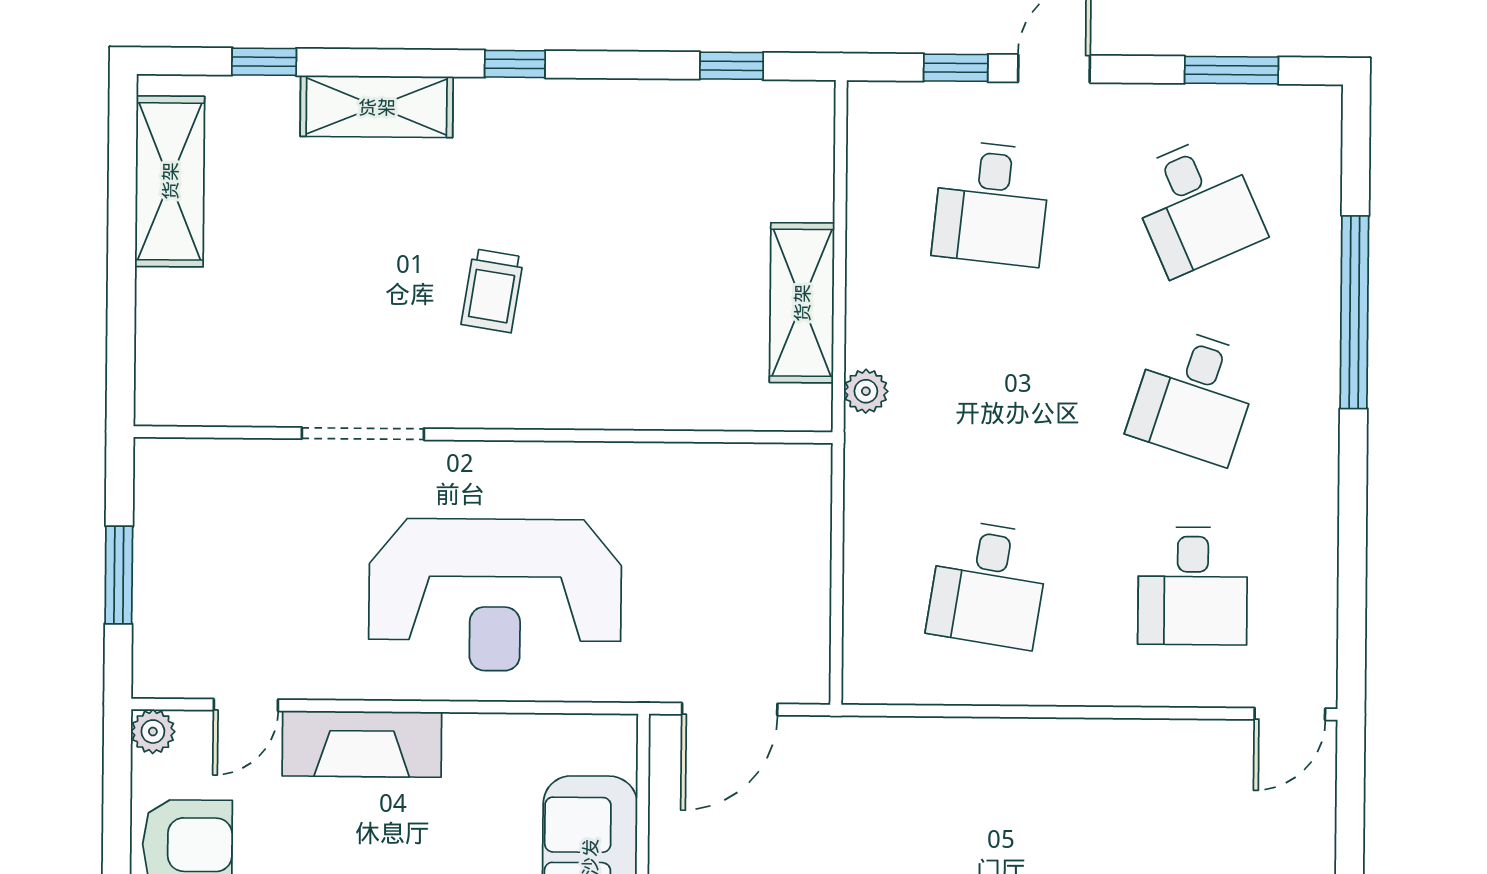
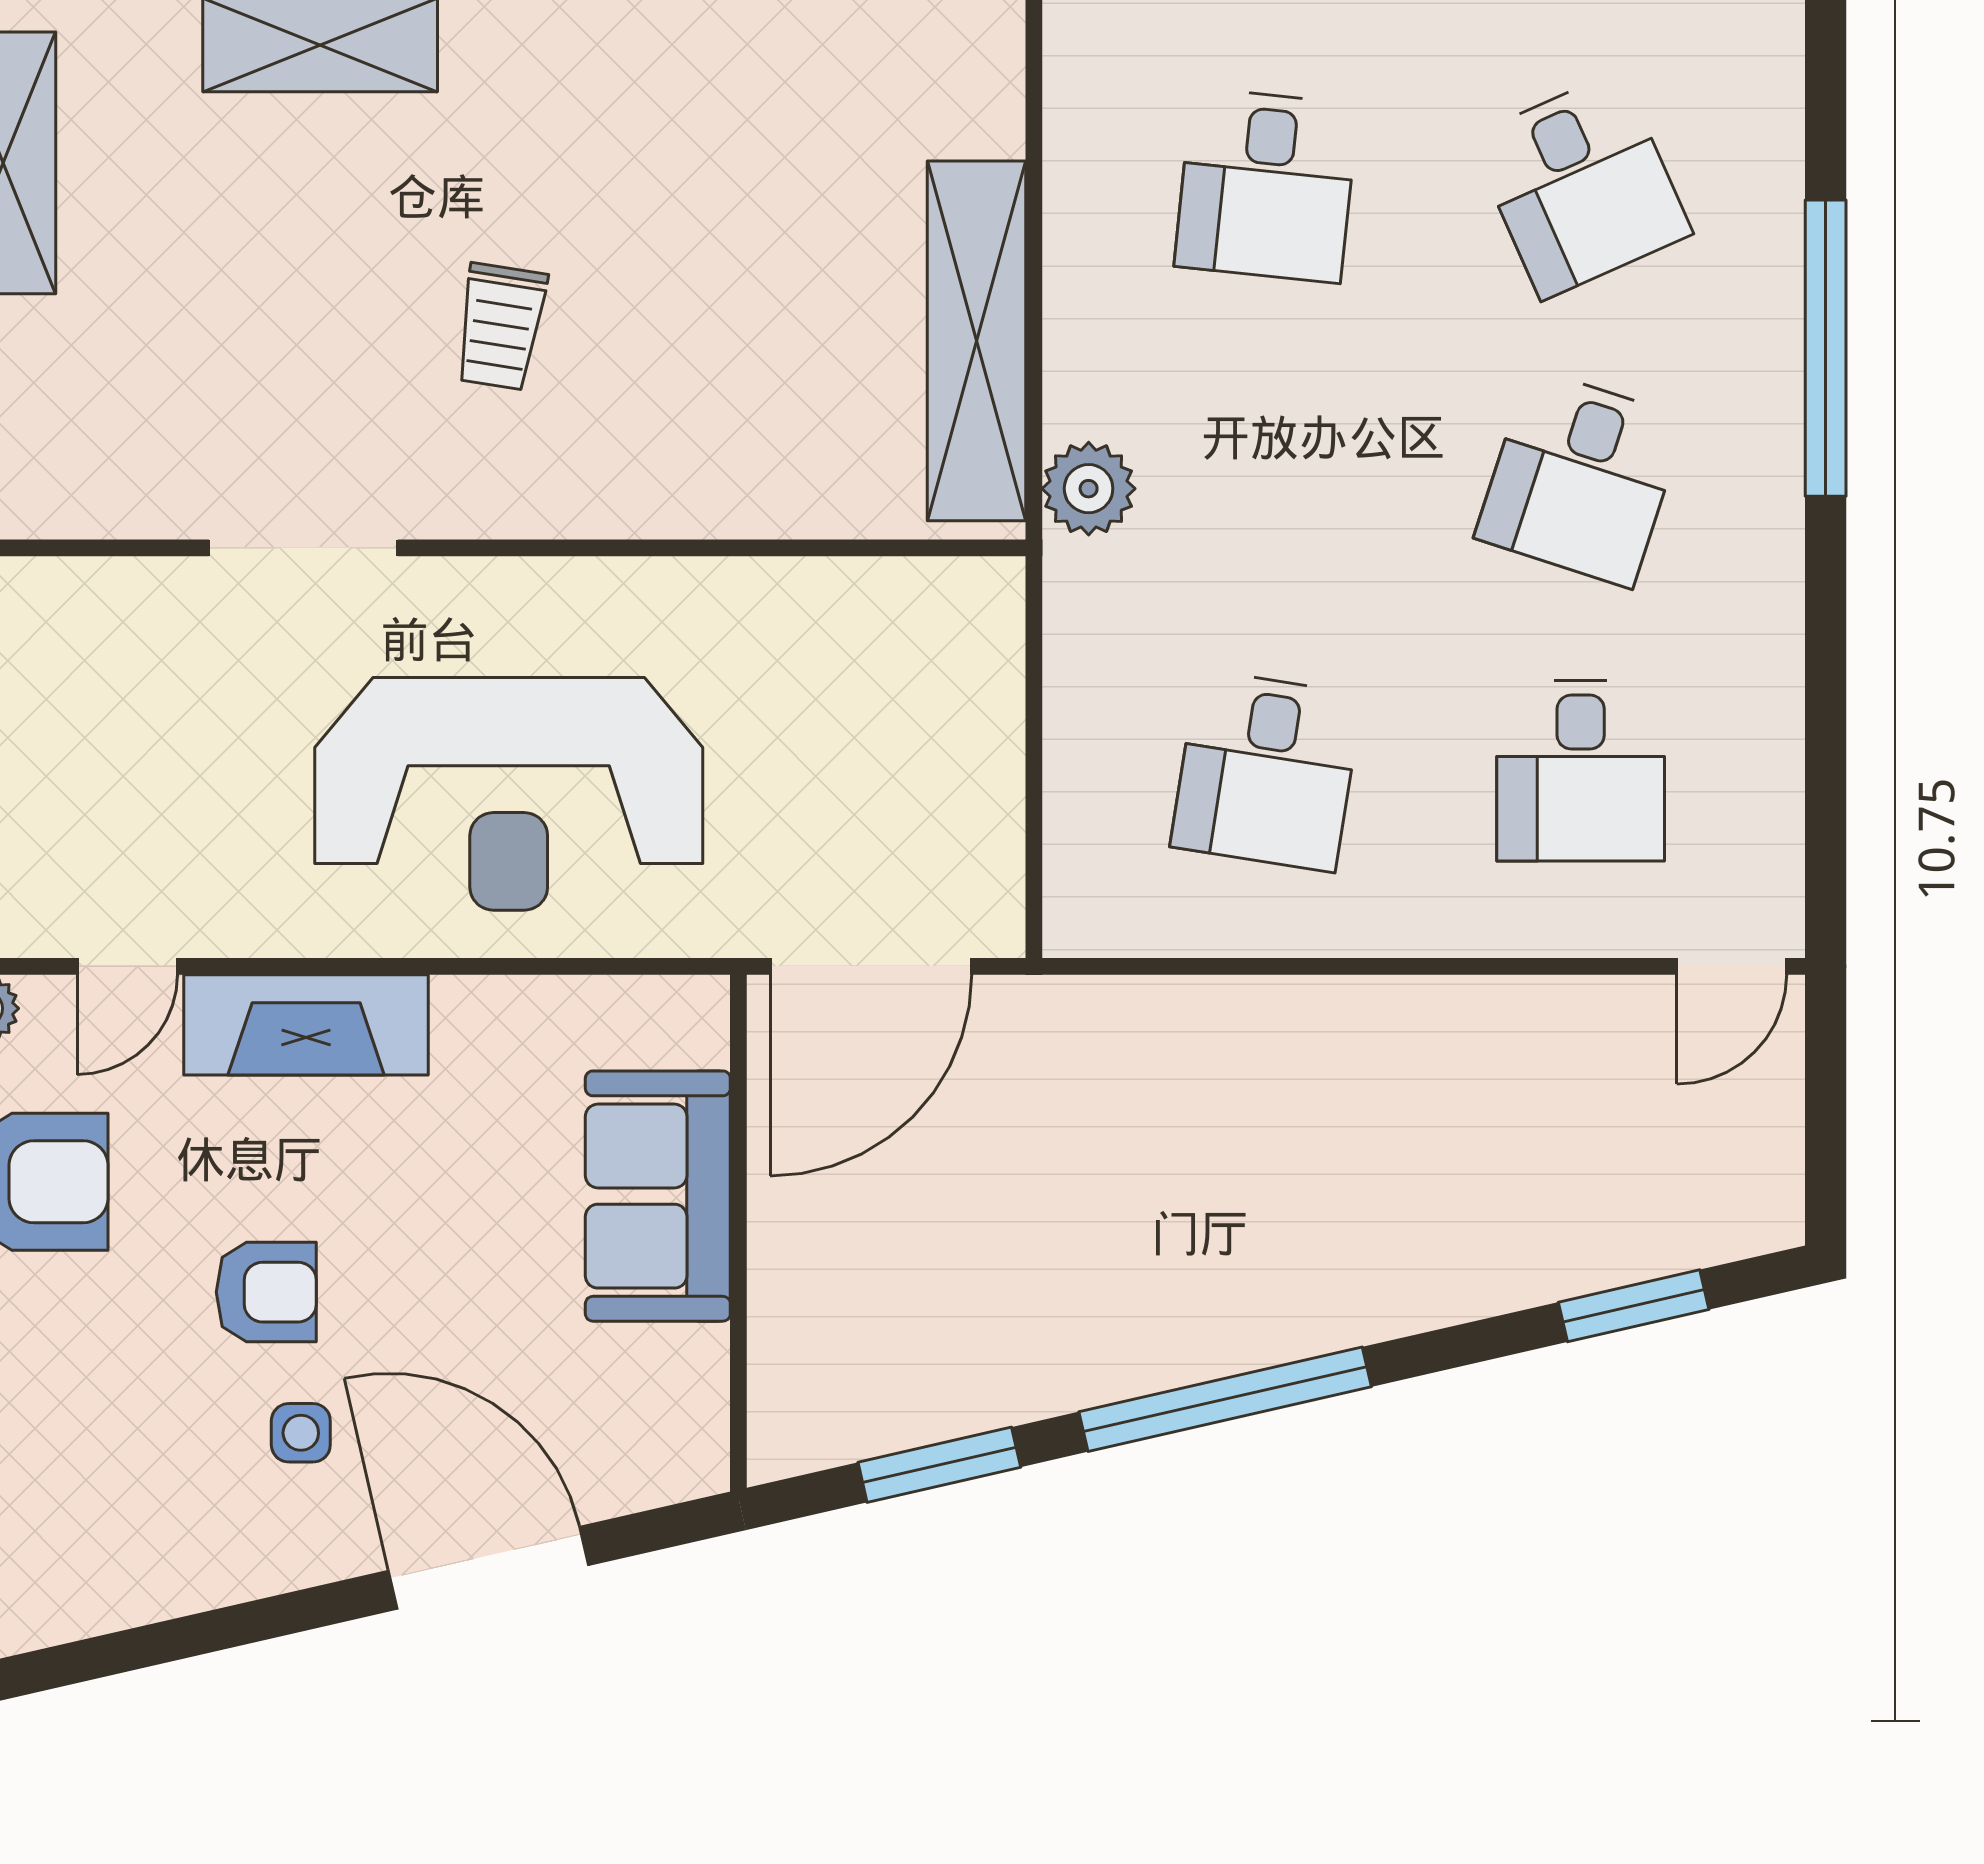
shelving: (802, 303) -> (977, 341), width x1.47
plant: (866, 391) -> (1089, 489), width x1.38, depth x1.38
door: (730, 709) -> (871, 966), width x1.36

